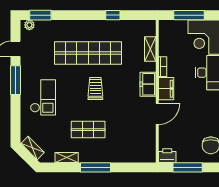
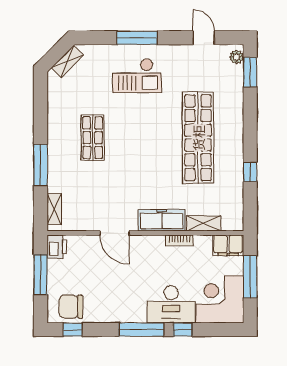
window: (15, 80) -> (137, 38), moved
freezer: (148, 84) -> (162, 220), width x1.40
trolley: (95, 88) -> (149, 148), removed
filing cabinet: (166, 89) -> (228, 245), moved
shelving: (67, 157) -> (54, 209), moved
window: (95, 167) -> (41, 165), moved

